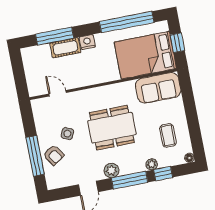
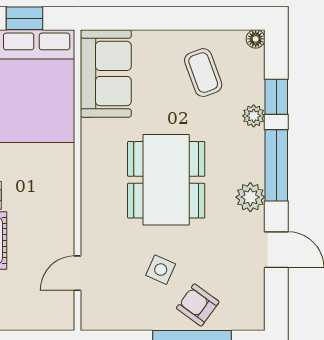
coffee table: (168, 135) -> (203, 73), turned 70
armchair: (54, 155) -> (198, 305), turned -110

